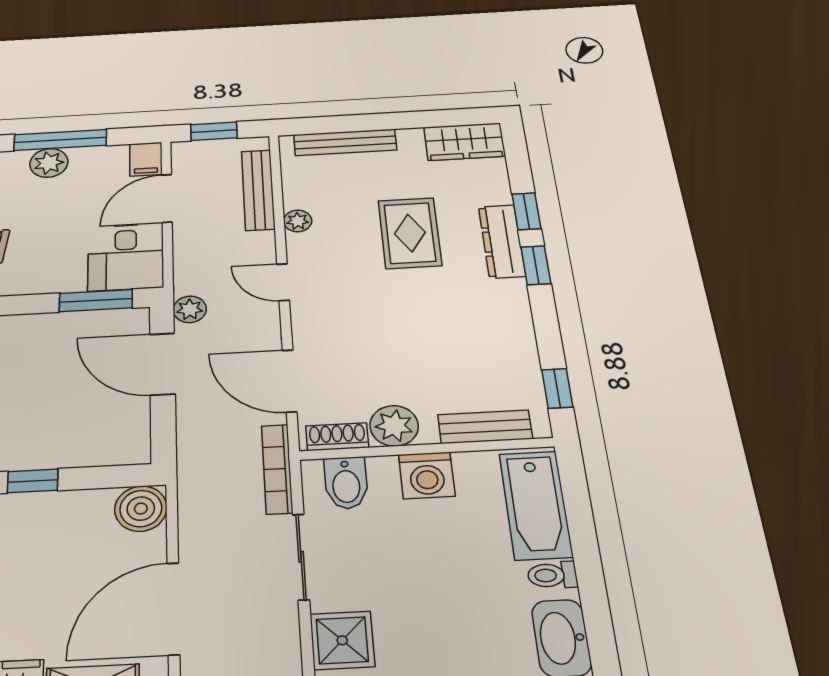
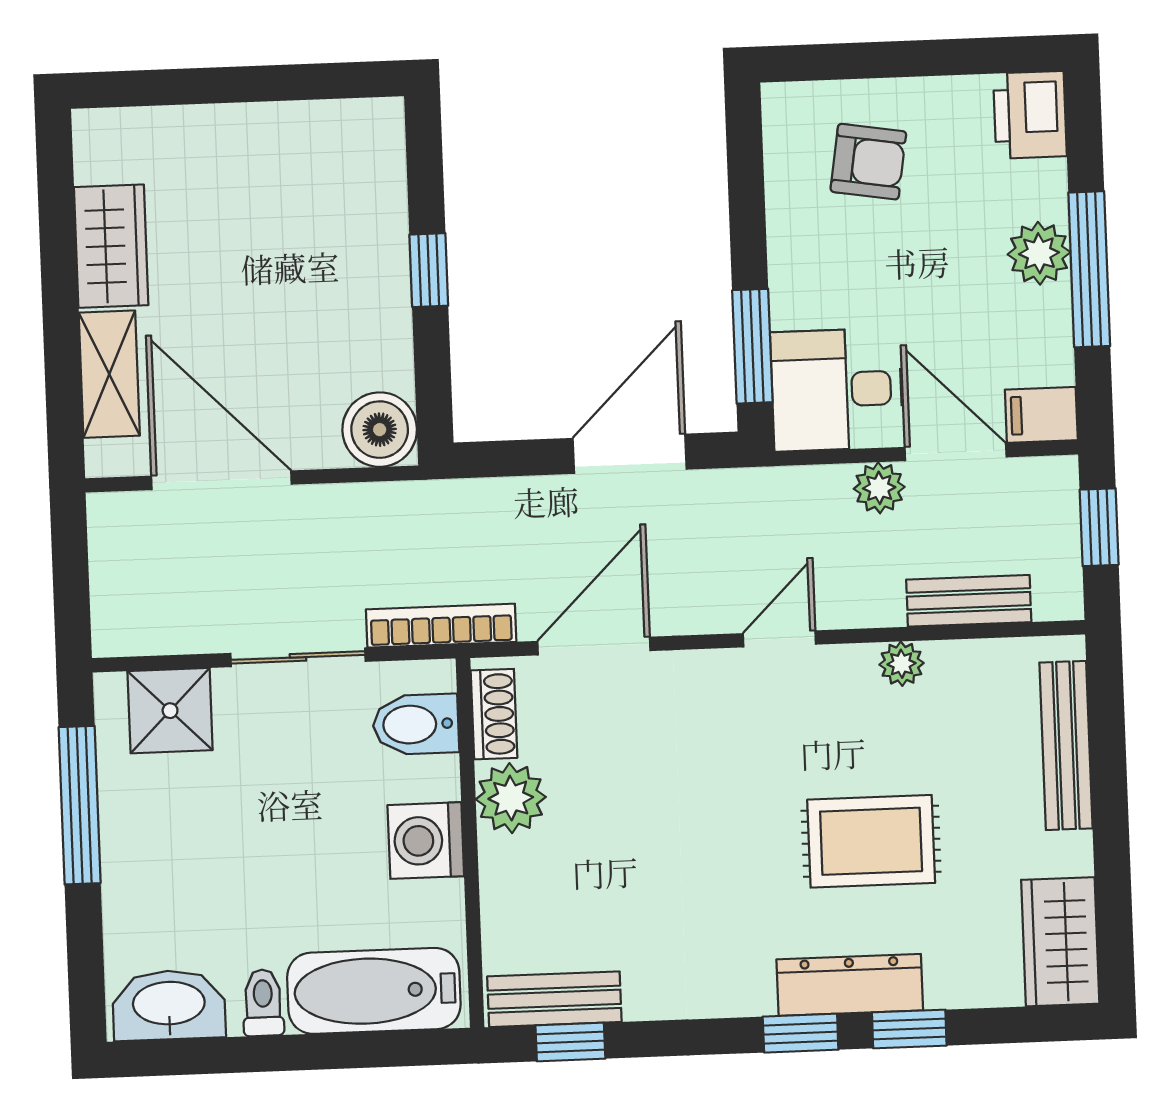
bench: (258, 190) -> (969, 601), width x0.73
plant: (190, 309) -> (879, 488), moved
bench: (485, 427) -> (554, 999), moved, turned 90

